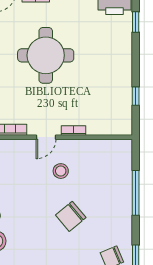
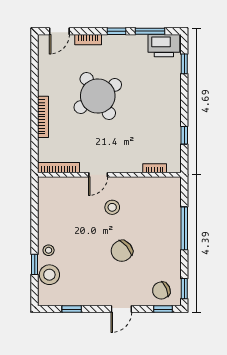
round table: (46, 55) -> (98, 96), turned -33
bookcase: (73, 130) -> (155, 168), moved

